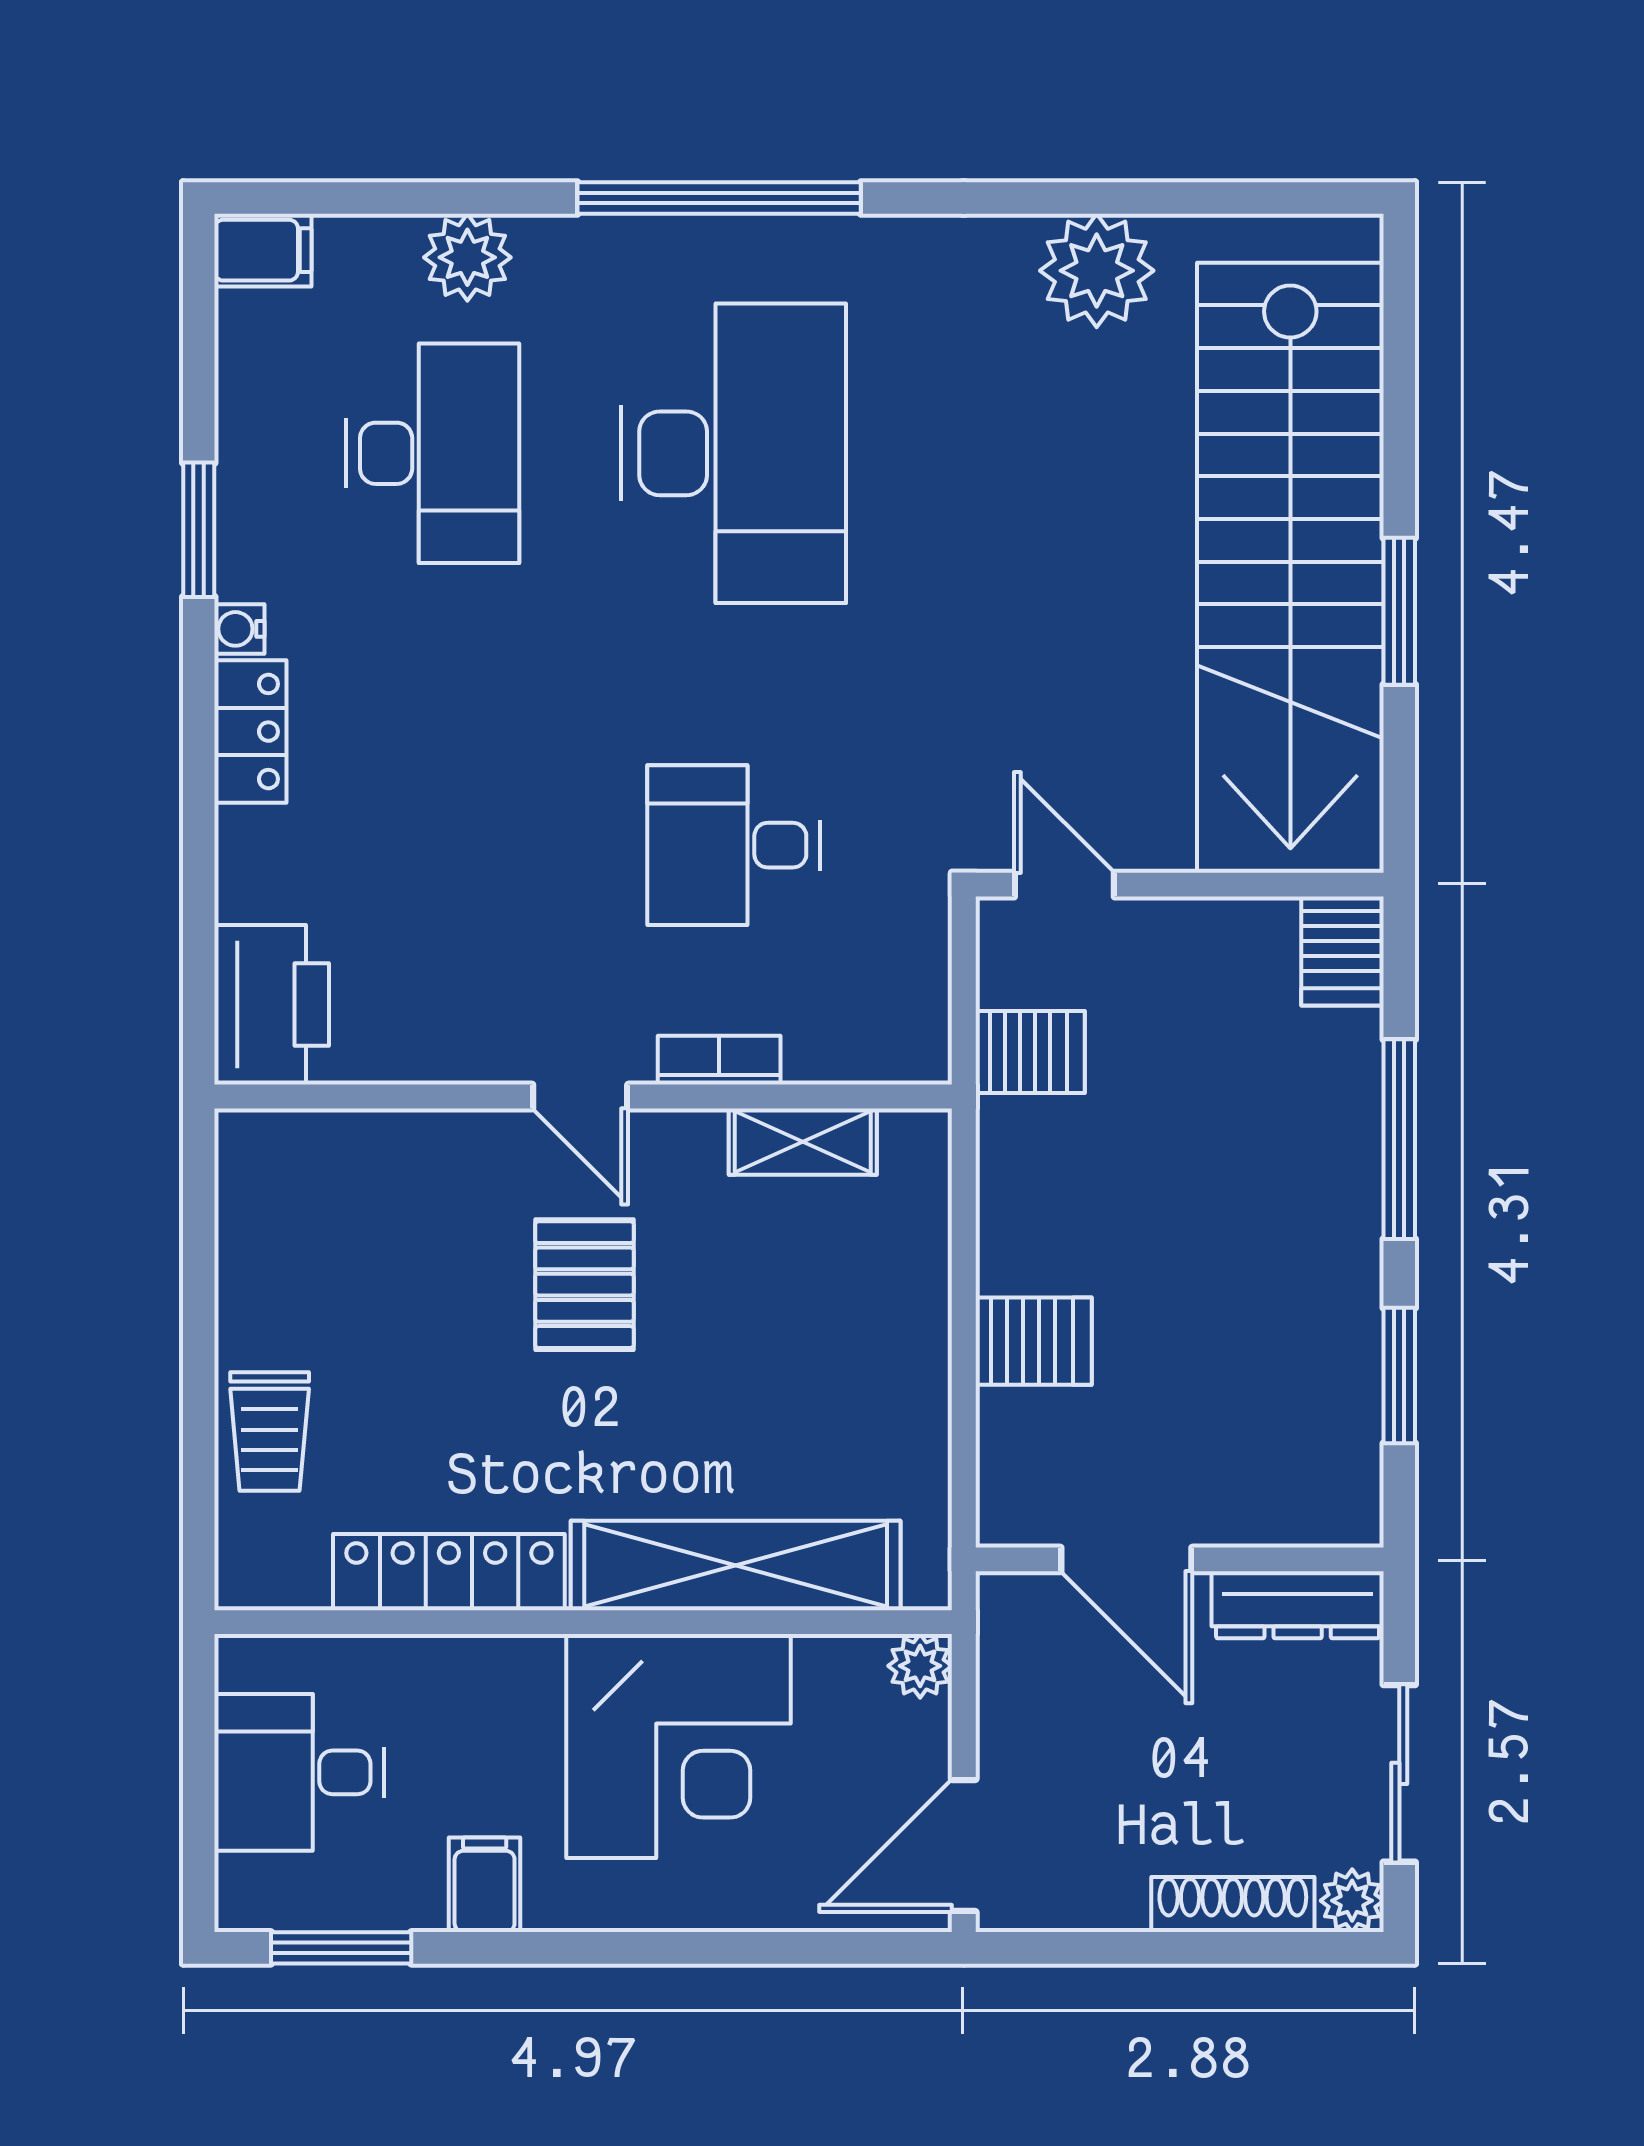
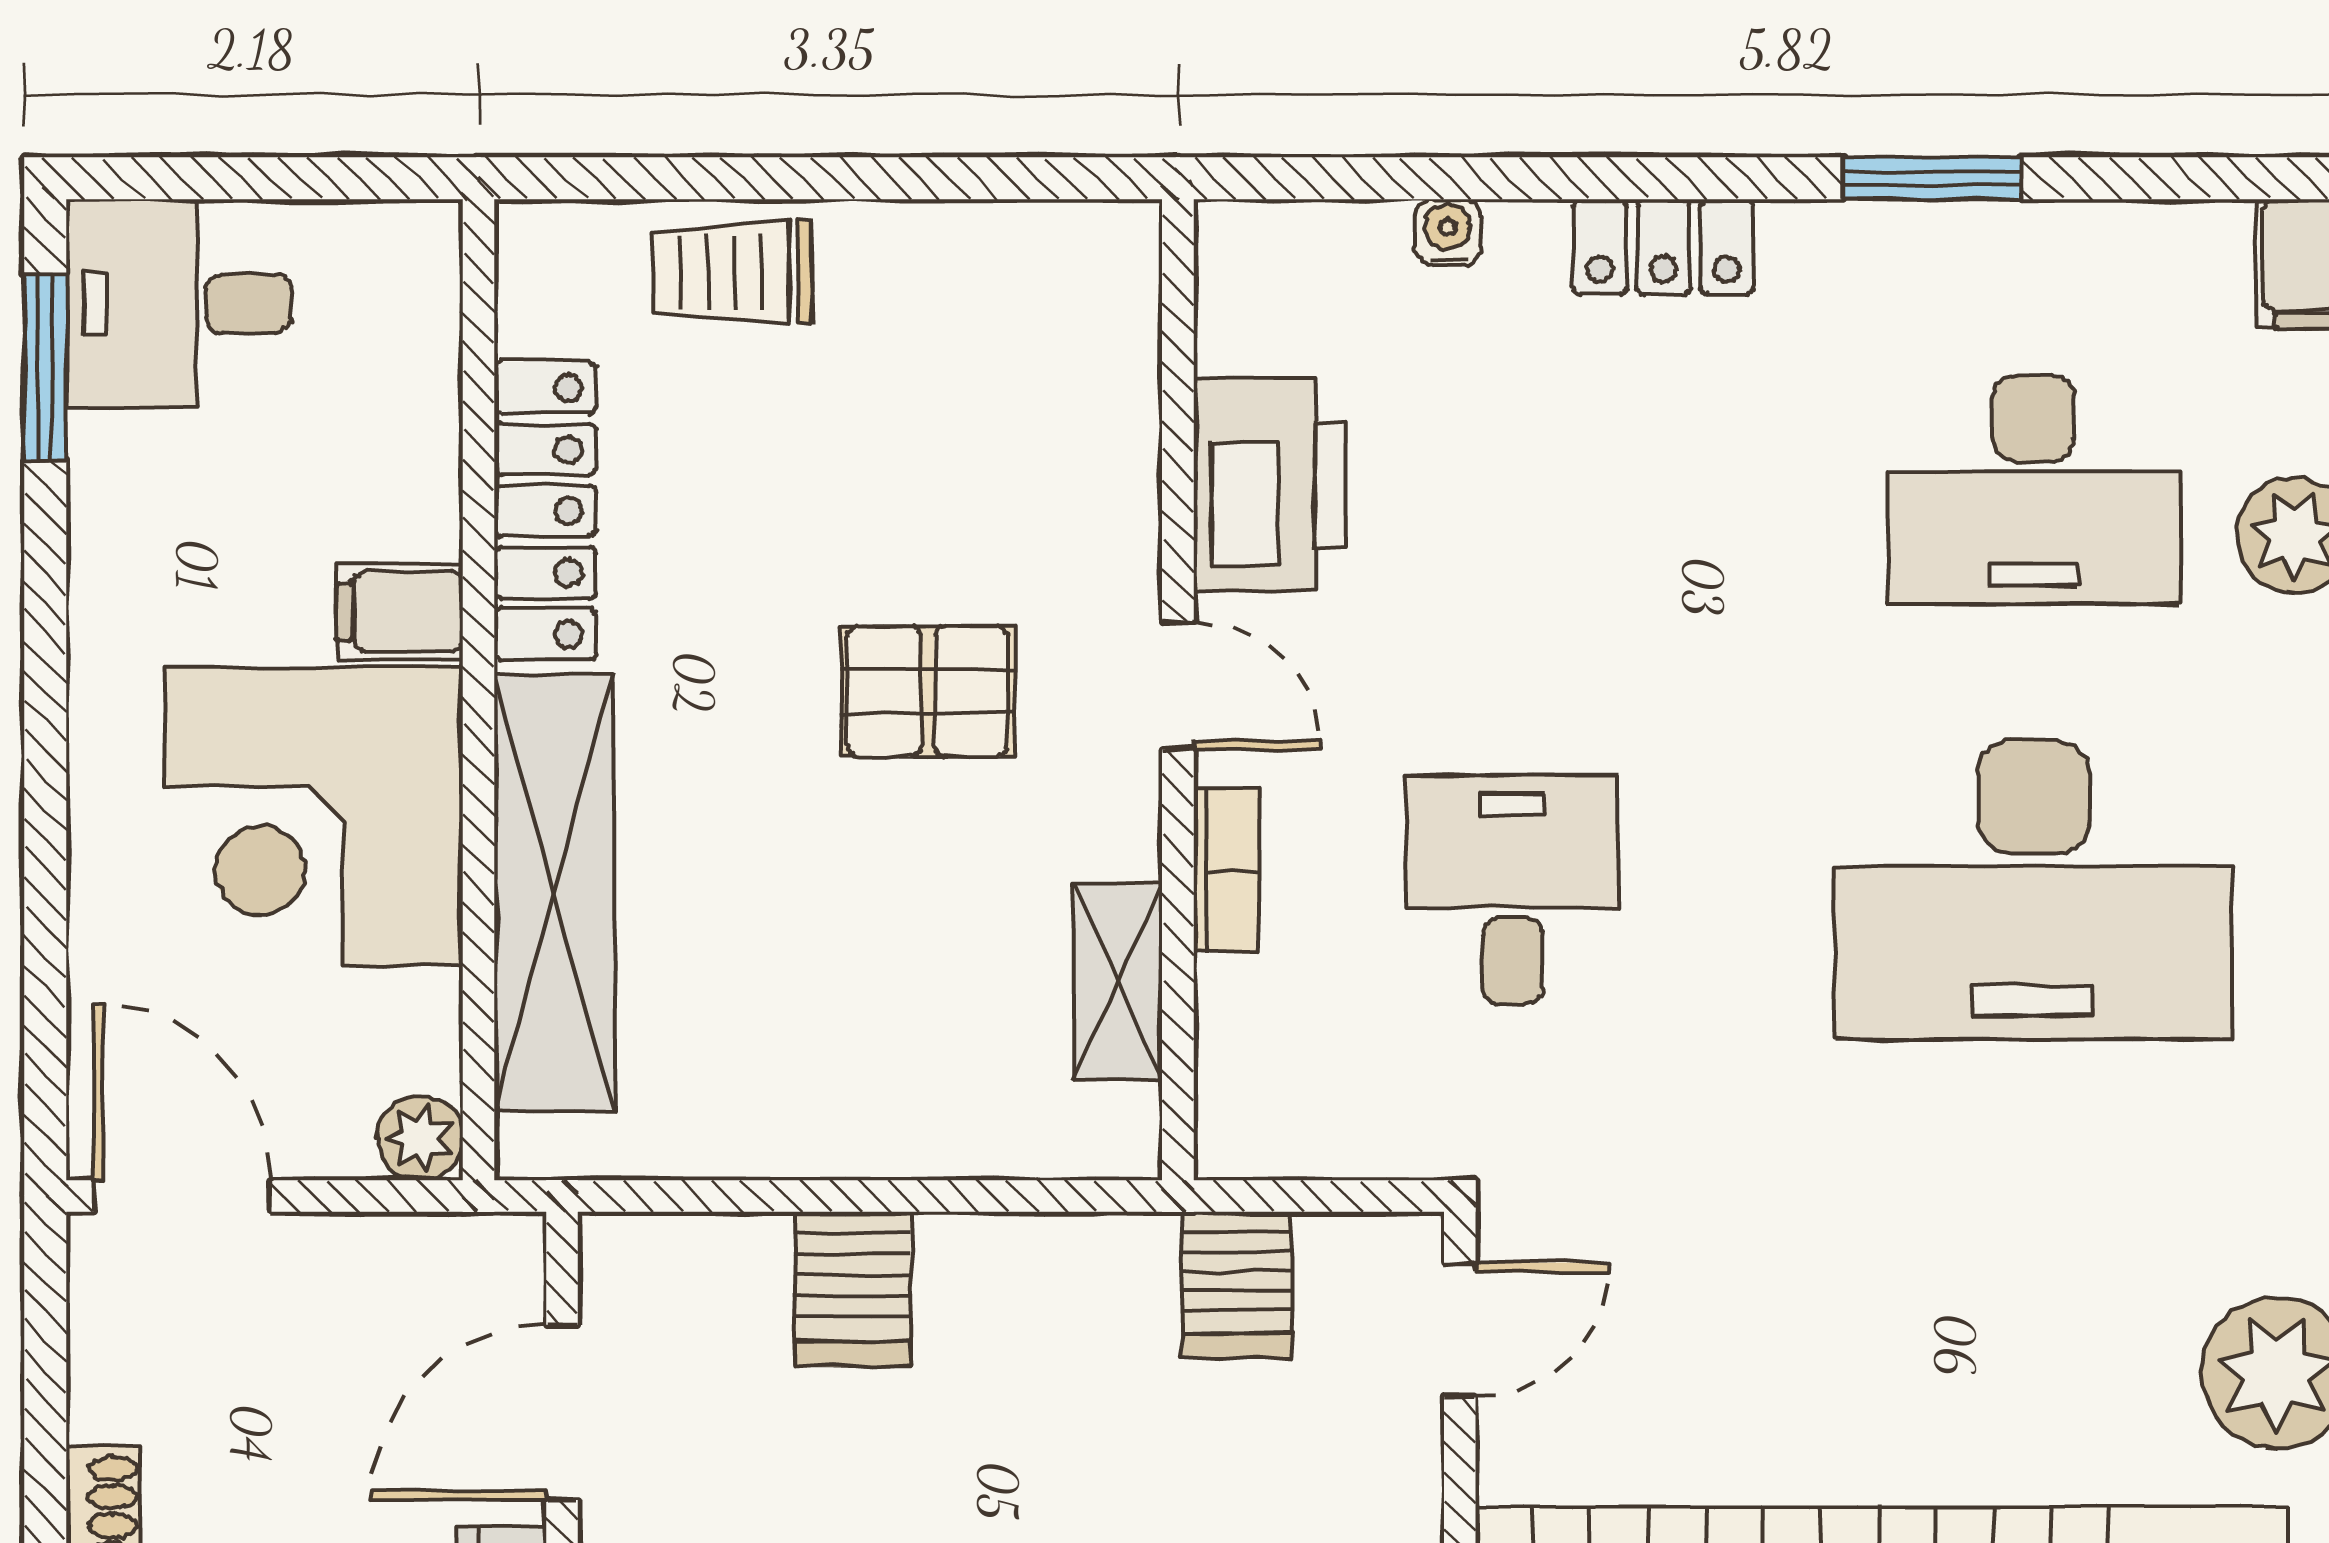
water cooler: (239, 629) -> (1448, 232), moved
printer: (272, 1004) -> (1270, 485), moved, turned -90
door: (580, 1096) -> (1178, 686), swing flipped
desk: (299, 1772) -> (179, 304), moved, turned -90
filing cabinet: (485, 1885) -> (400, 612), moved, turned 180

